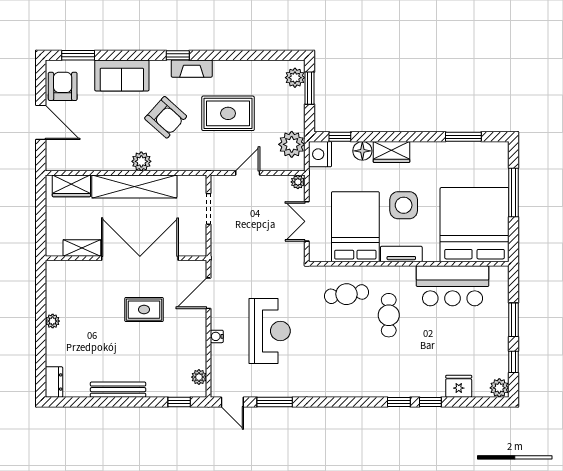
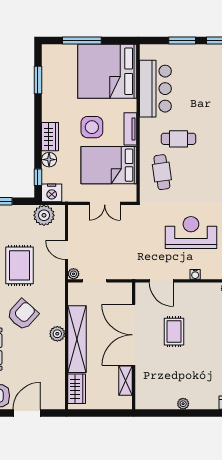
plant: (298, 182) -> (73, 274), moved

